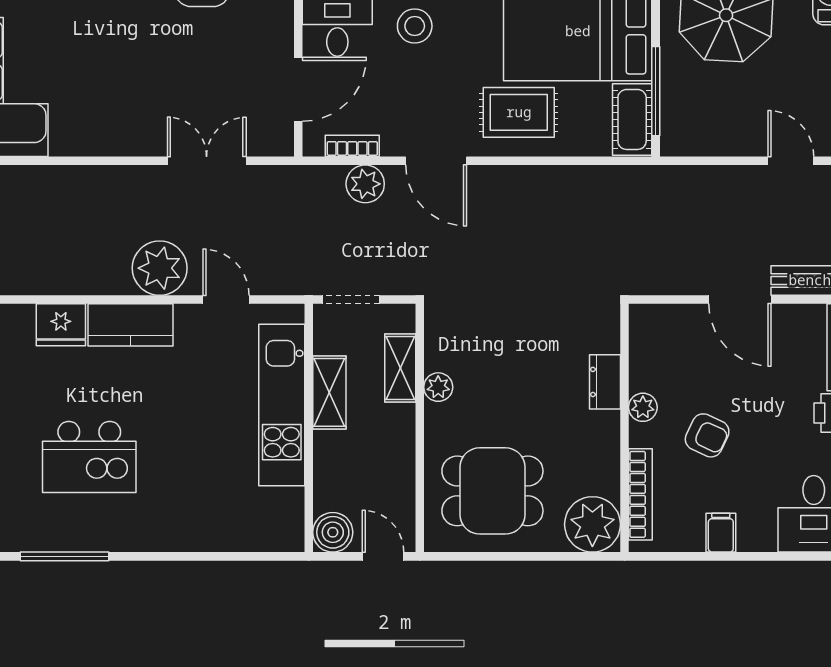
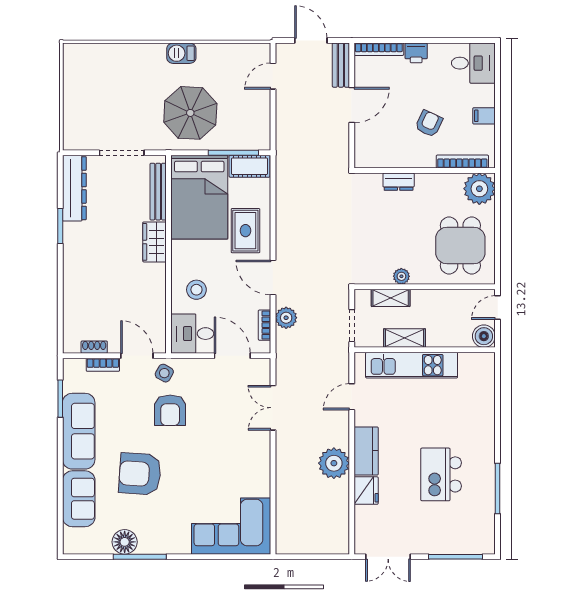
door: (436, 161) -> (273, 277), swing flipped
plant: (160, 268) -> (334, 463), moved
plant: (643, 407) -> (413, 160), removed
kitchen island: (89, 457) -> (441, 474), turned 180

